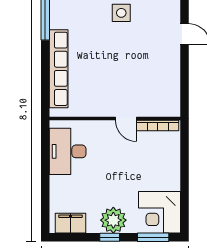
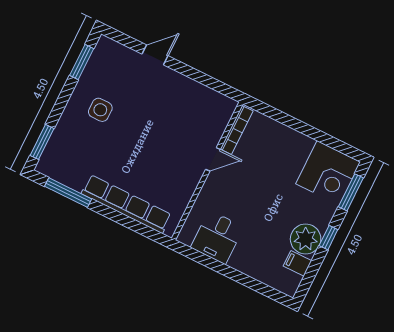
desk: (68, 151) -> (217, 237), width x0.73
plant: (113, 220) -> (306, 239), moved
filing cabinet: (71, 223) -> (297, 263), width x0.50

